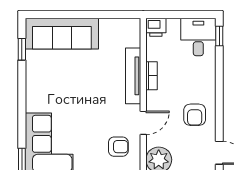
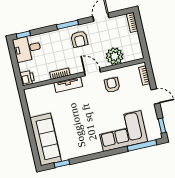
tv unit: (133, 76) -> (68, 85), width x0.71
window: (219, 103) -> (68, 25), added
armchair: (195, 115) -> (79, 39), turned 90

